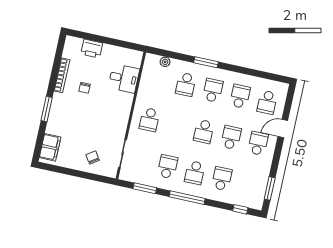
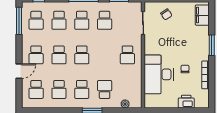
desk: (124, 78) -> (159, 74), width x1.87, depth x1.30
school desk: (267, 102) -> (36, 89), turned 180
school desk: (149, 120) -> (127, 55), turned 180
school desk: (204, 132) -> (82, 55), turned 180
school desk: (195, 173) -> (82, 20), turned 180
school desk: (249, 185) -> (36, 20), added
window: (270, 188) -> (19, 21), width x1.44

